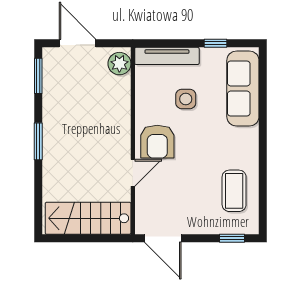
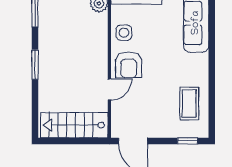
side table: (186, 99) -> (124, 33), moved

